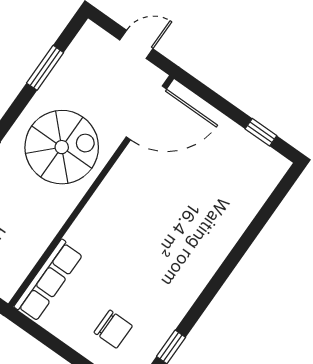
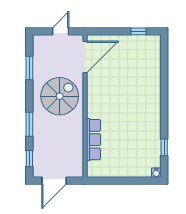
row of seats: (49, 280) -> (93, 140), moved
chair: (113, 329) -> (135, 157), removed

